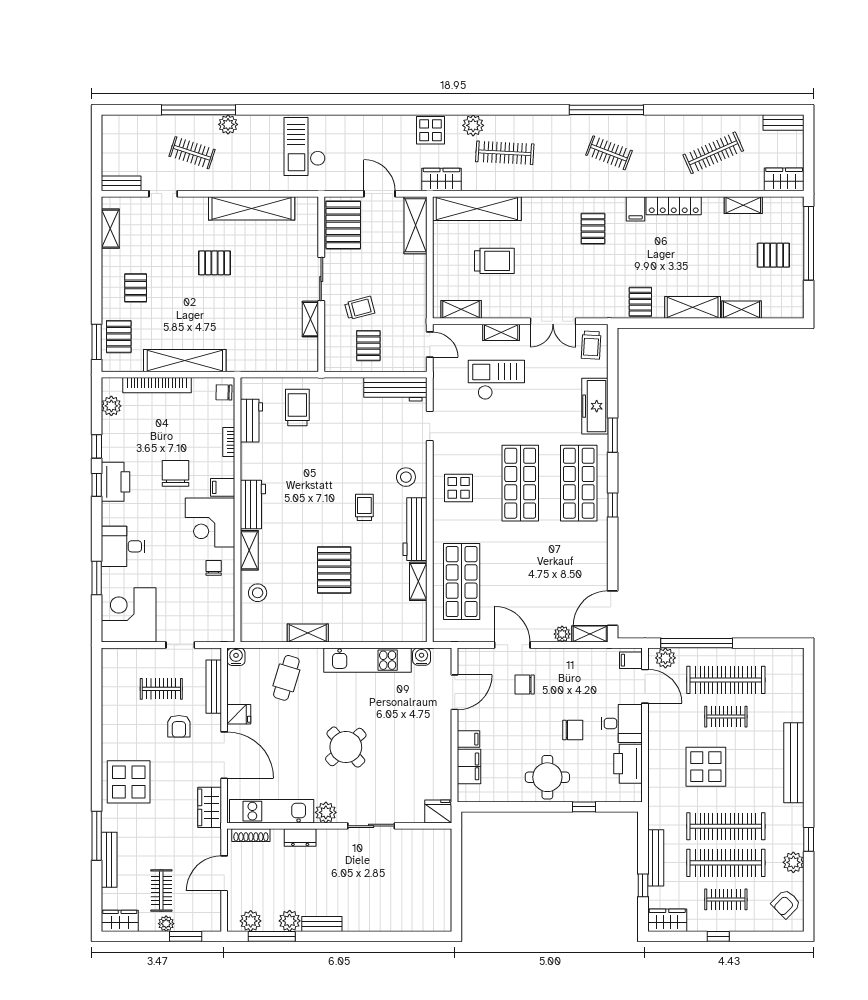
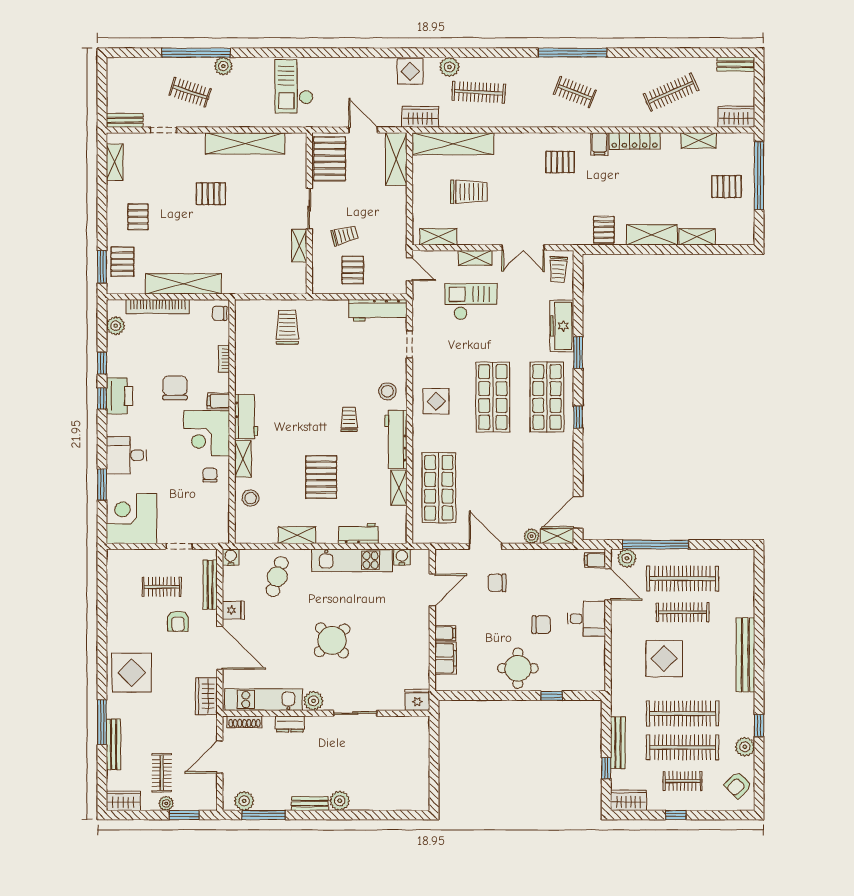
pallet: (593, 229) -> (560, 162), turned 90
workbench: (251, 421) -> (358, 533), moved, turned -90
clothes rail: (726, 717) -> (683, 612), width x1.36
printer: (628, 764) -> (592, 656), removed
plant: (290, 921) -> (340, 801), moved

